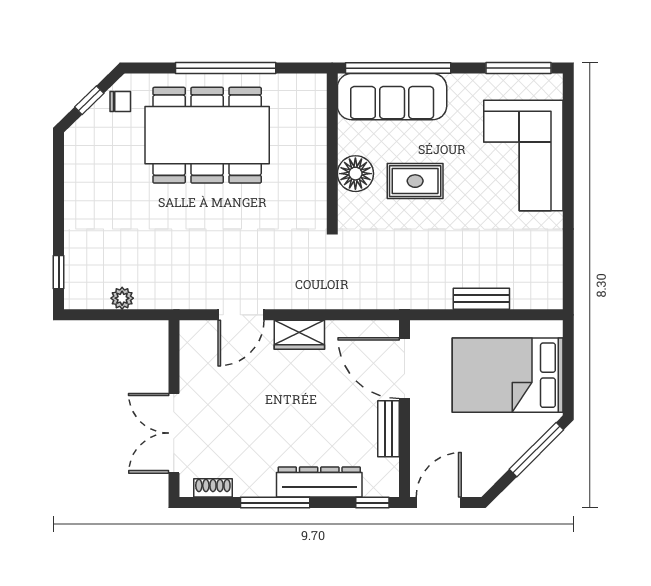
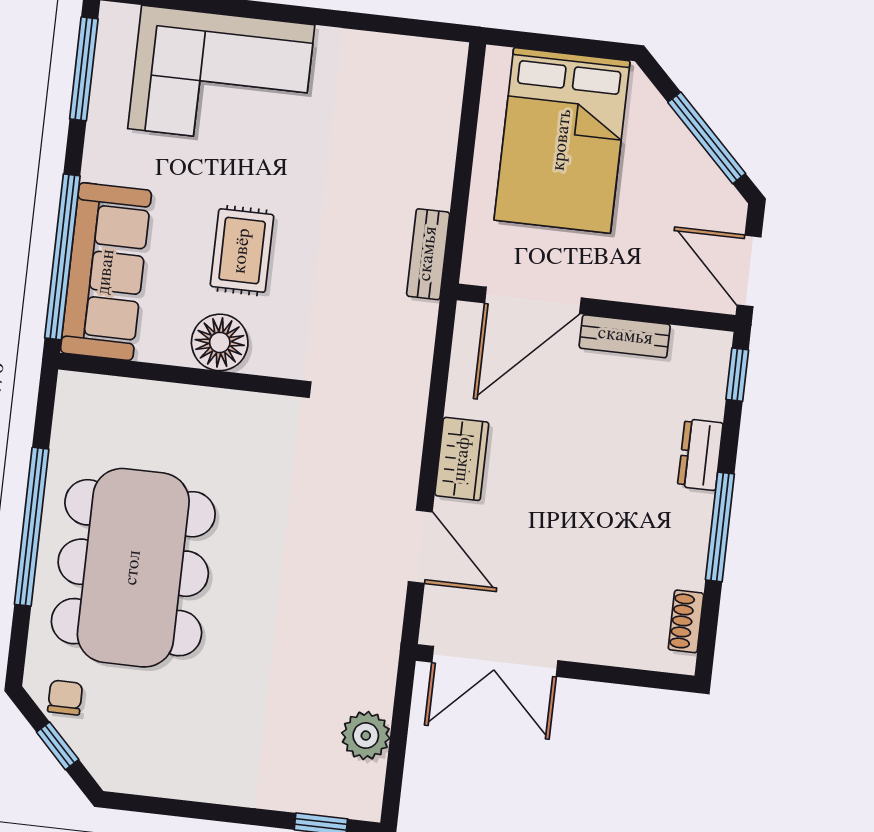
plant: (122, 298) -> (366, 736), width x1.38, depth x1.38
bench: (481, 299) -> (428, 254), moved
double door: (174, 433) -> (495, 661), moved
window: (536, 450) -> (707, 138), moved
dresser: (319, 482) -> (700, 455), width x0.51, depth x0.80

